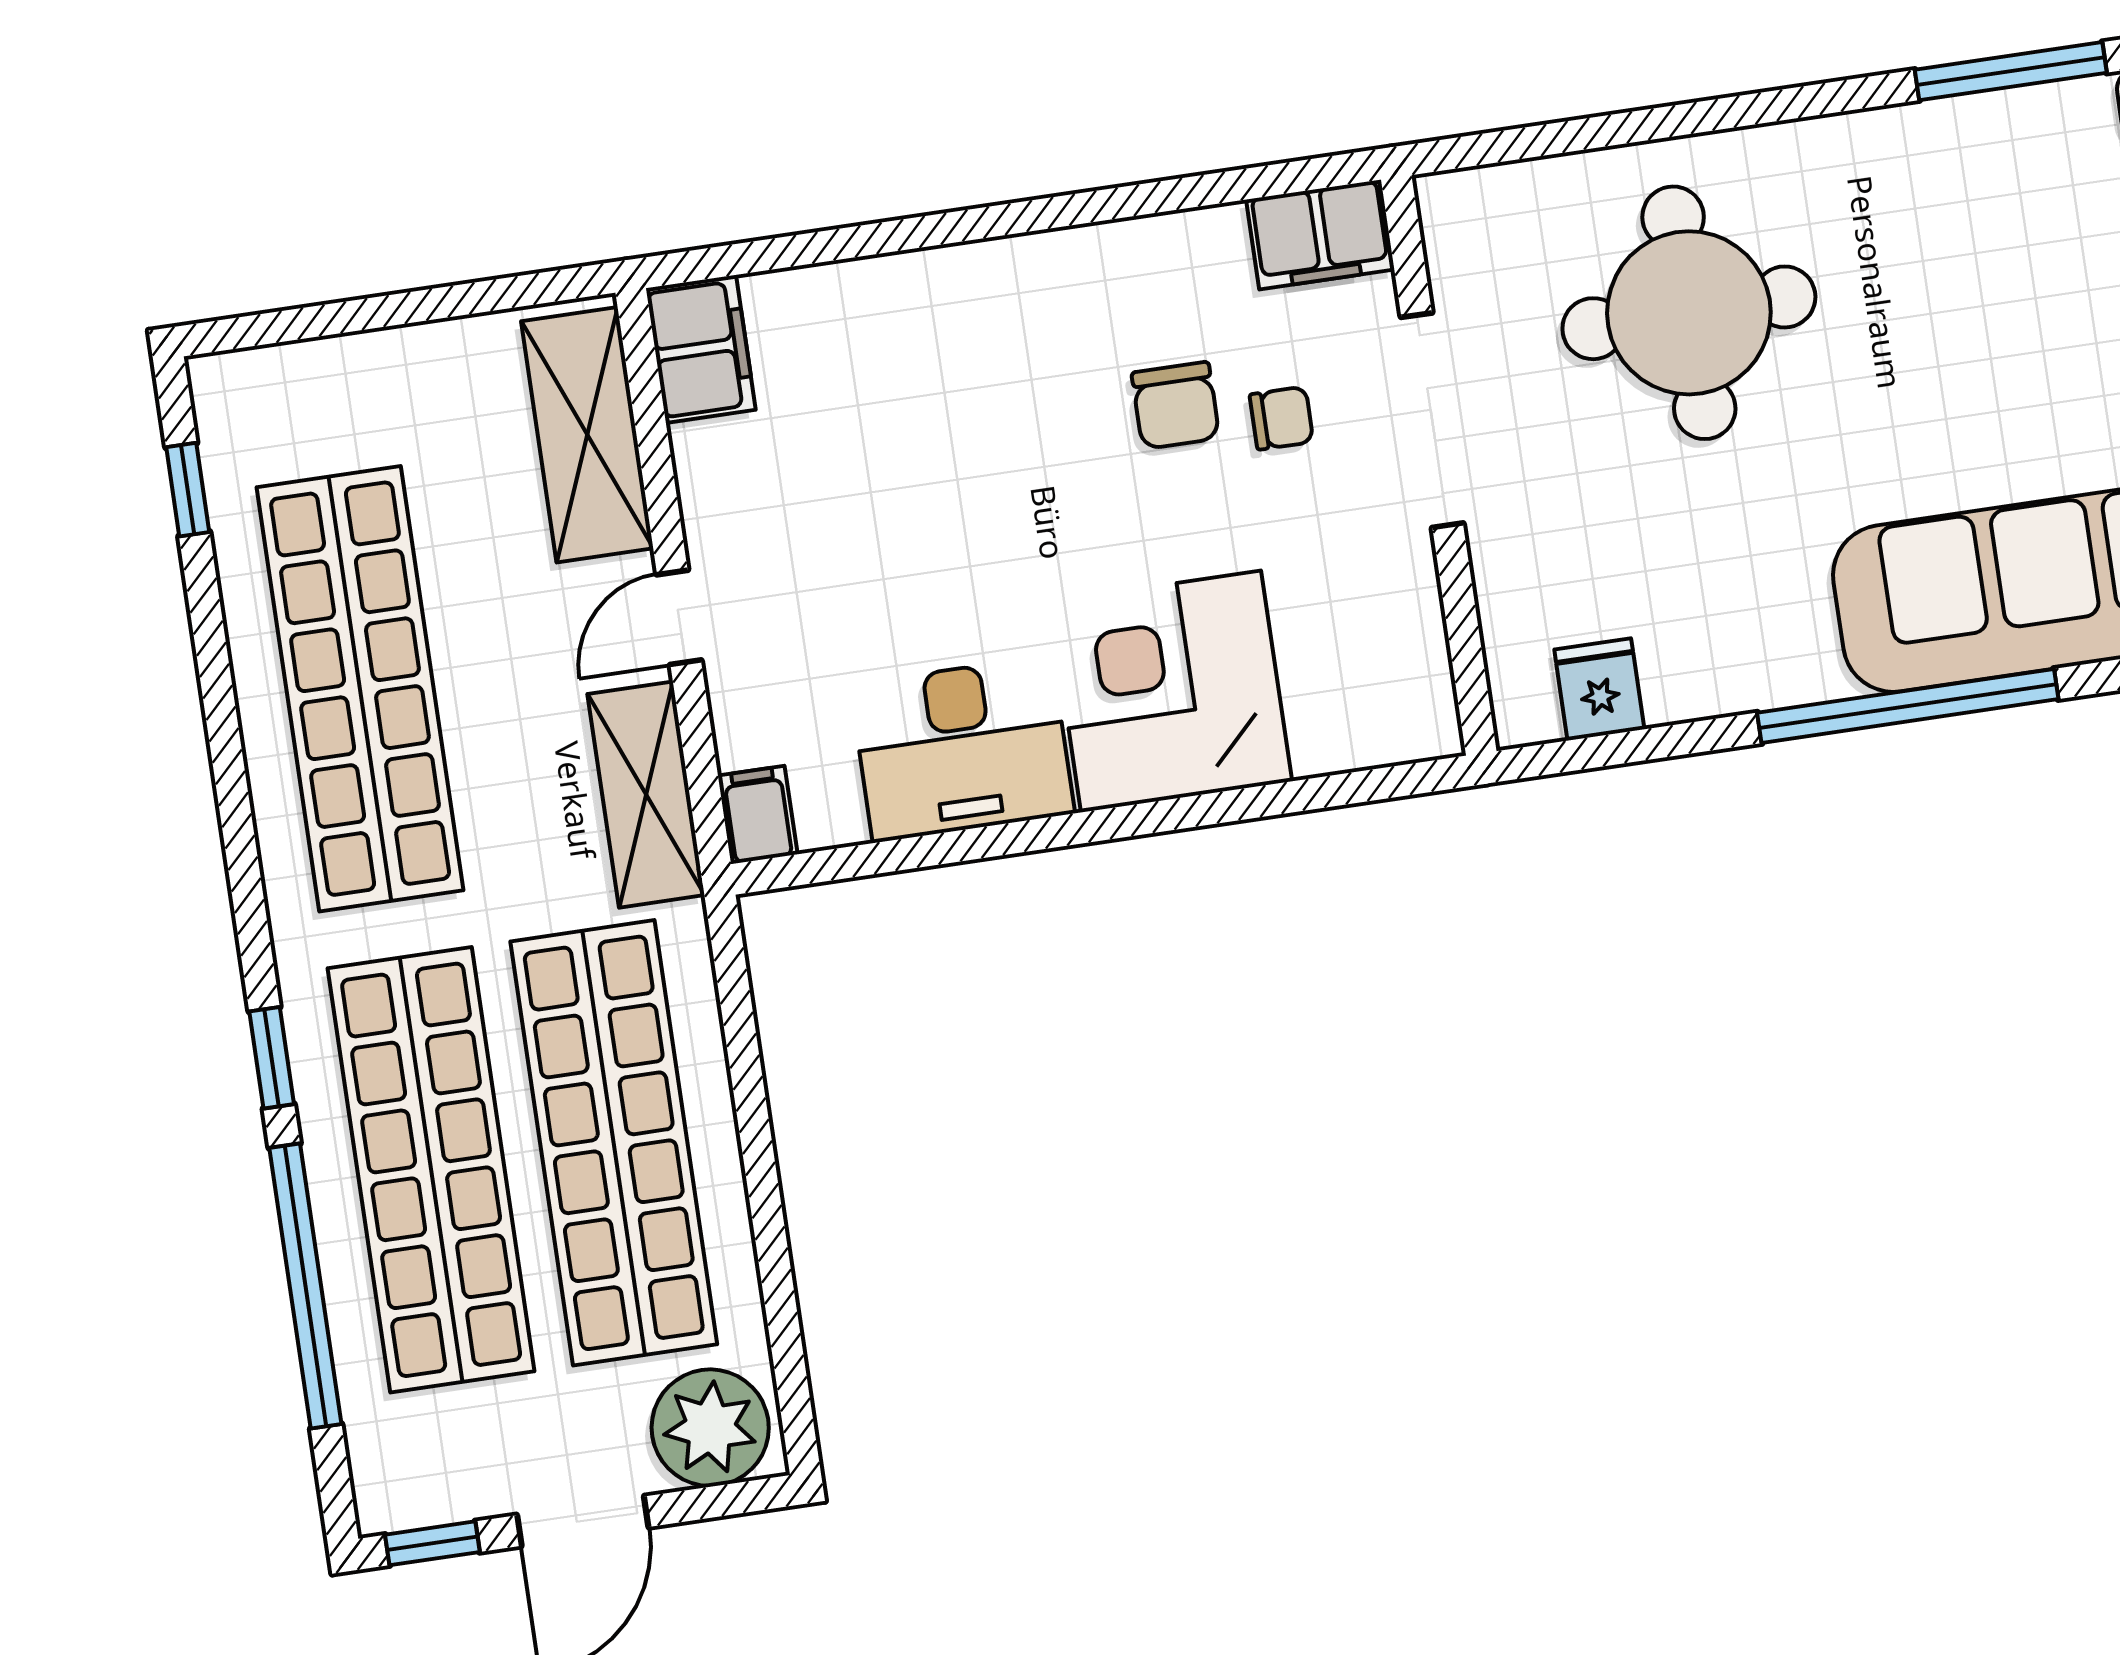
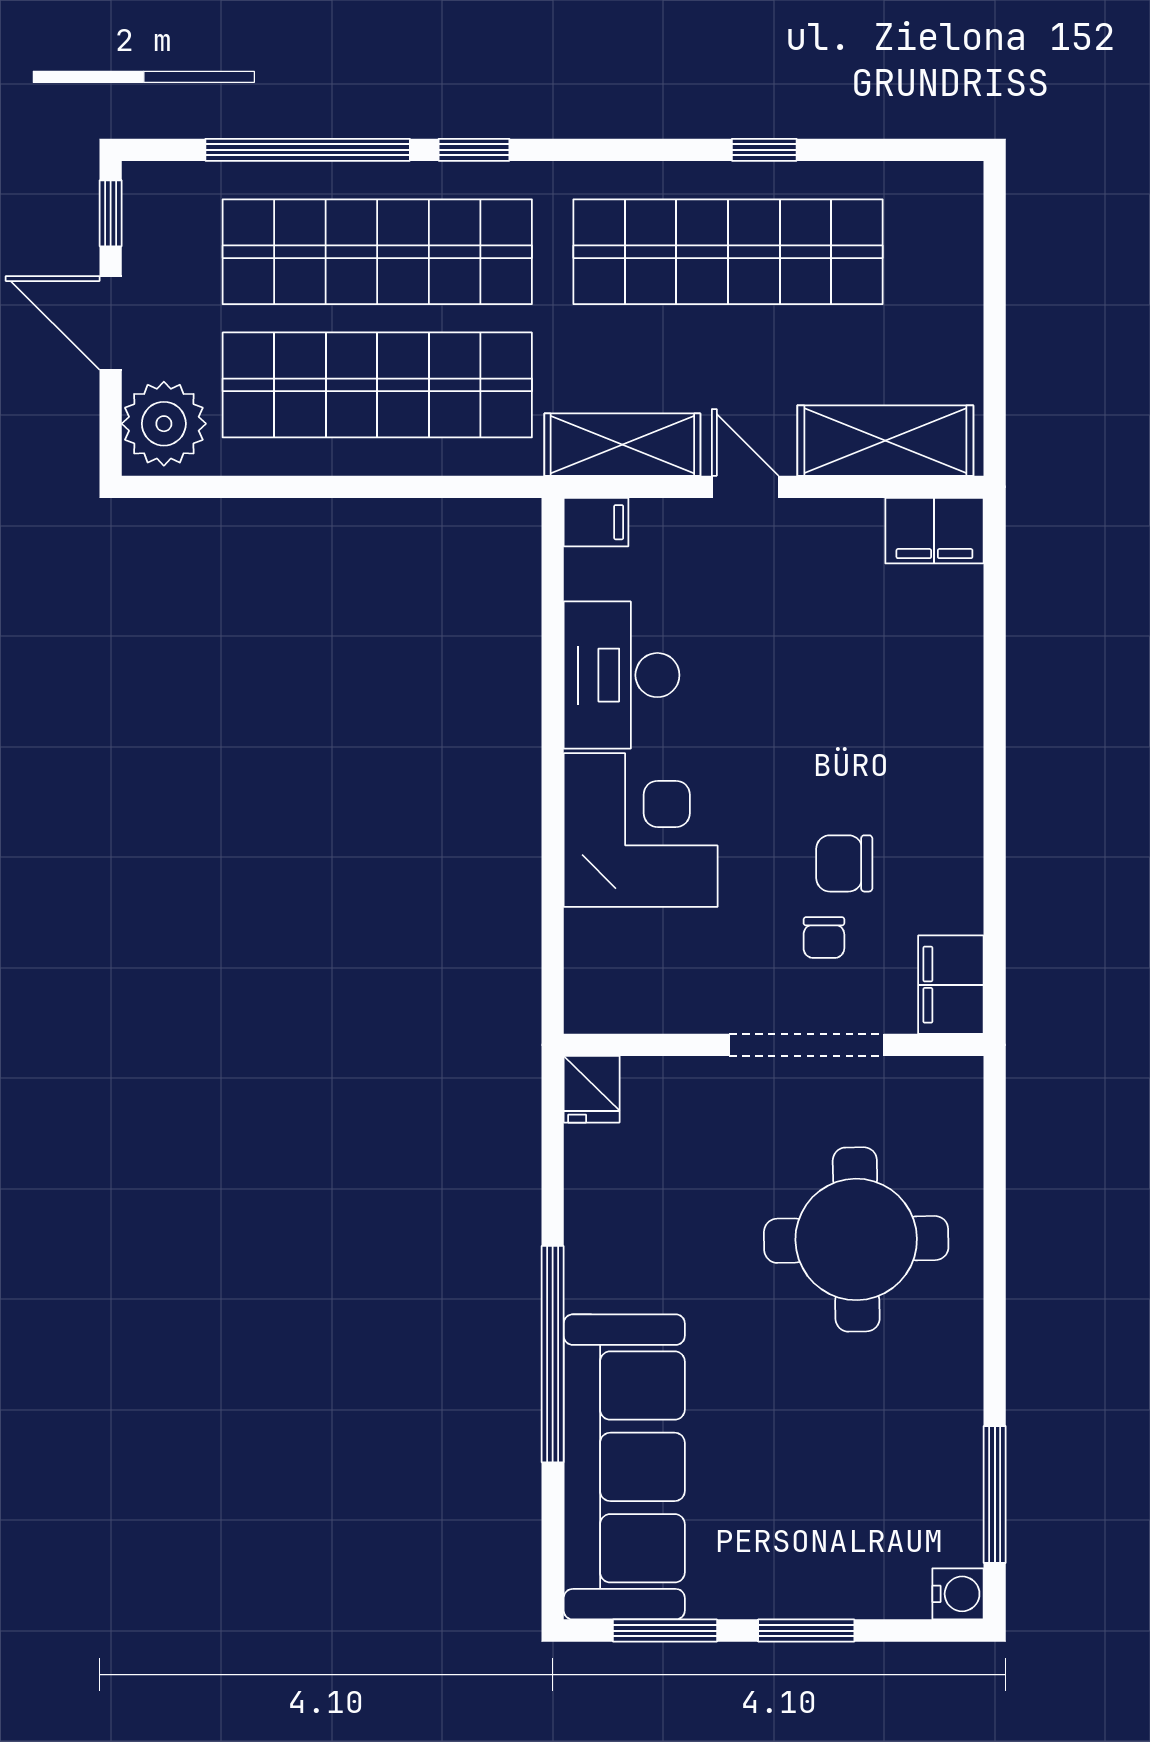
window: (188, 490) -> (764, 150), moved
fridge: (1599, 689) -> (592, 1089), moved, turned 90

